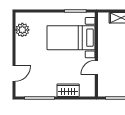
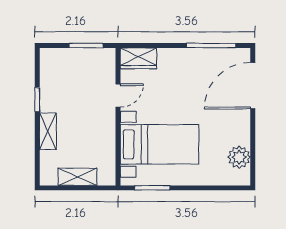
door: (14, 73) -> (253, 86), width x1.88
wardrobe: (68, 90) -> (138, 58), moved

